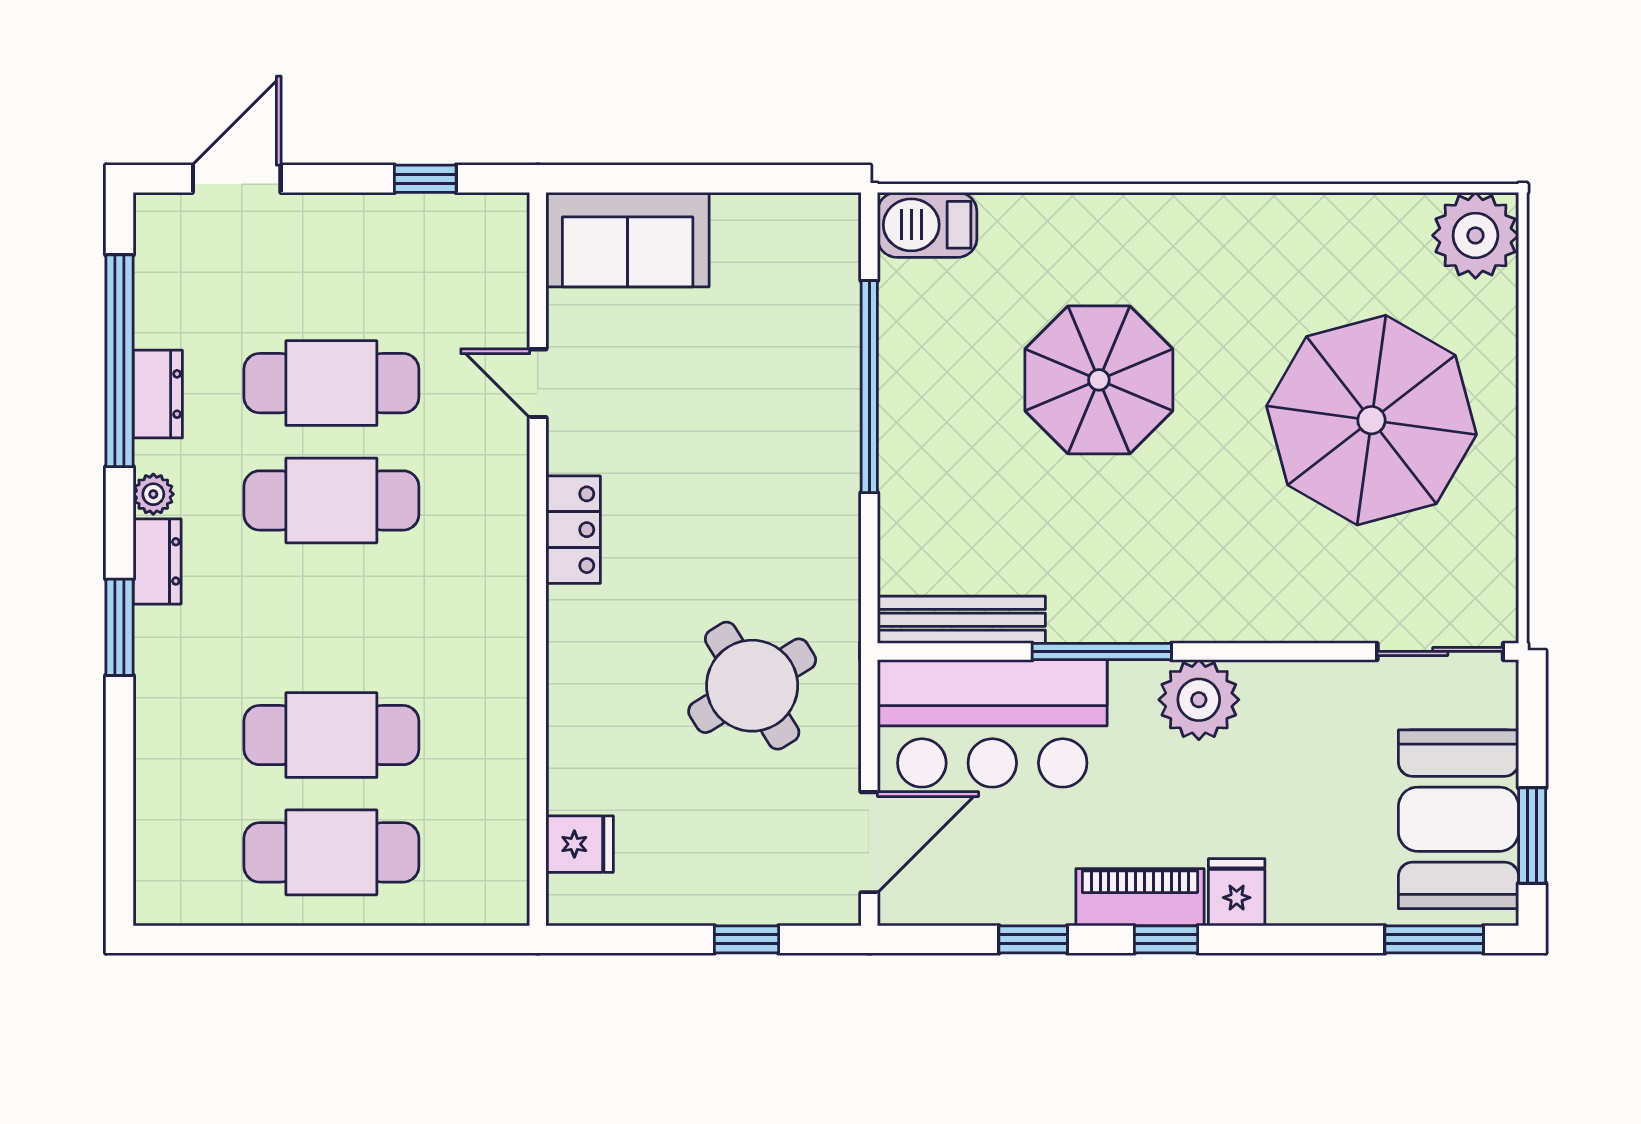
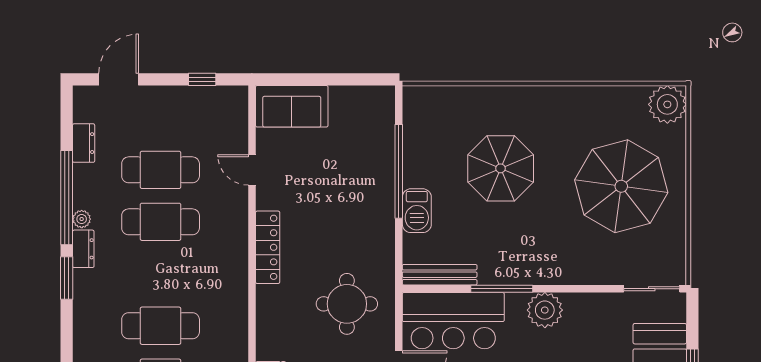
barbecue: (927, 225) -> (417, 211), moved, turned -90
window: (119, 361) -> (67, 198), moved
dresser: (158, 394) -> (84, 143), moved
locker: (573, 530) -> (268, 247), width x1.53
round table: (752, 686) -> (347, 304), turned 32

